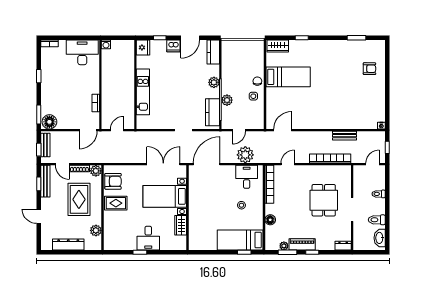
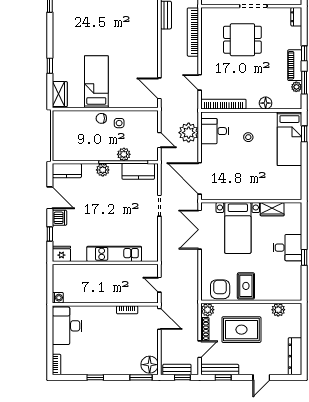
dresser: (68, 245) -> (295, 356), moved

